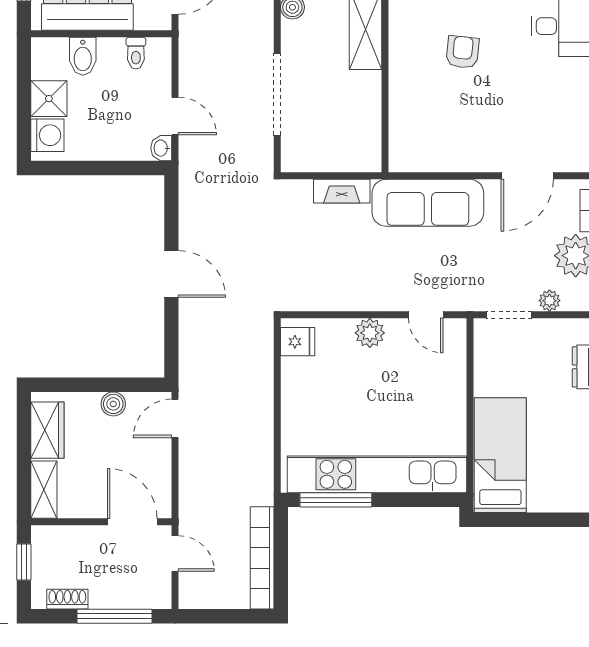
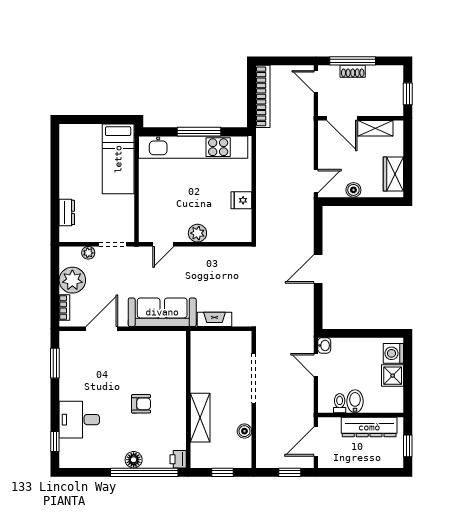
armchair: (463, 52) -> (141, 404), turned -96
bidet: (83, 56) -> (355, 401), moved
door: (171, 274) -> (318, 269), hinge flipped
door: (426, 315) -> (163, 244), swing flipped
fridge: (298, 342) -> (241, 200), moved
shelving: (44, 490) -> (375, 128), moved, turned 90
window: (336, 500) -> (199, 132), moved
door: (175, 553) -> (316, 81), moved
shoe rack: (67, 599) -> (353, 71), moved

